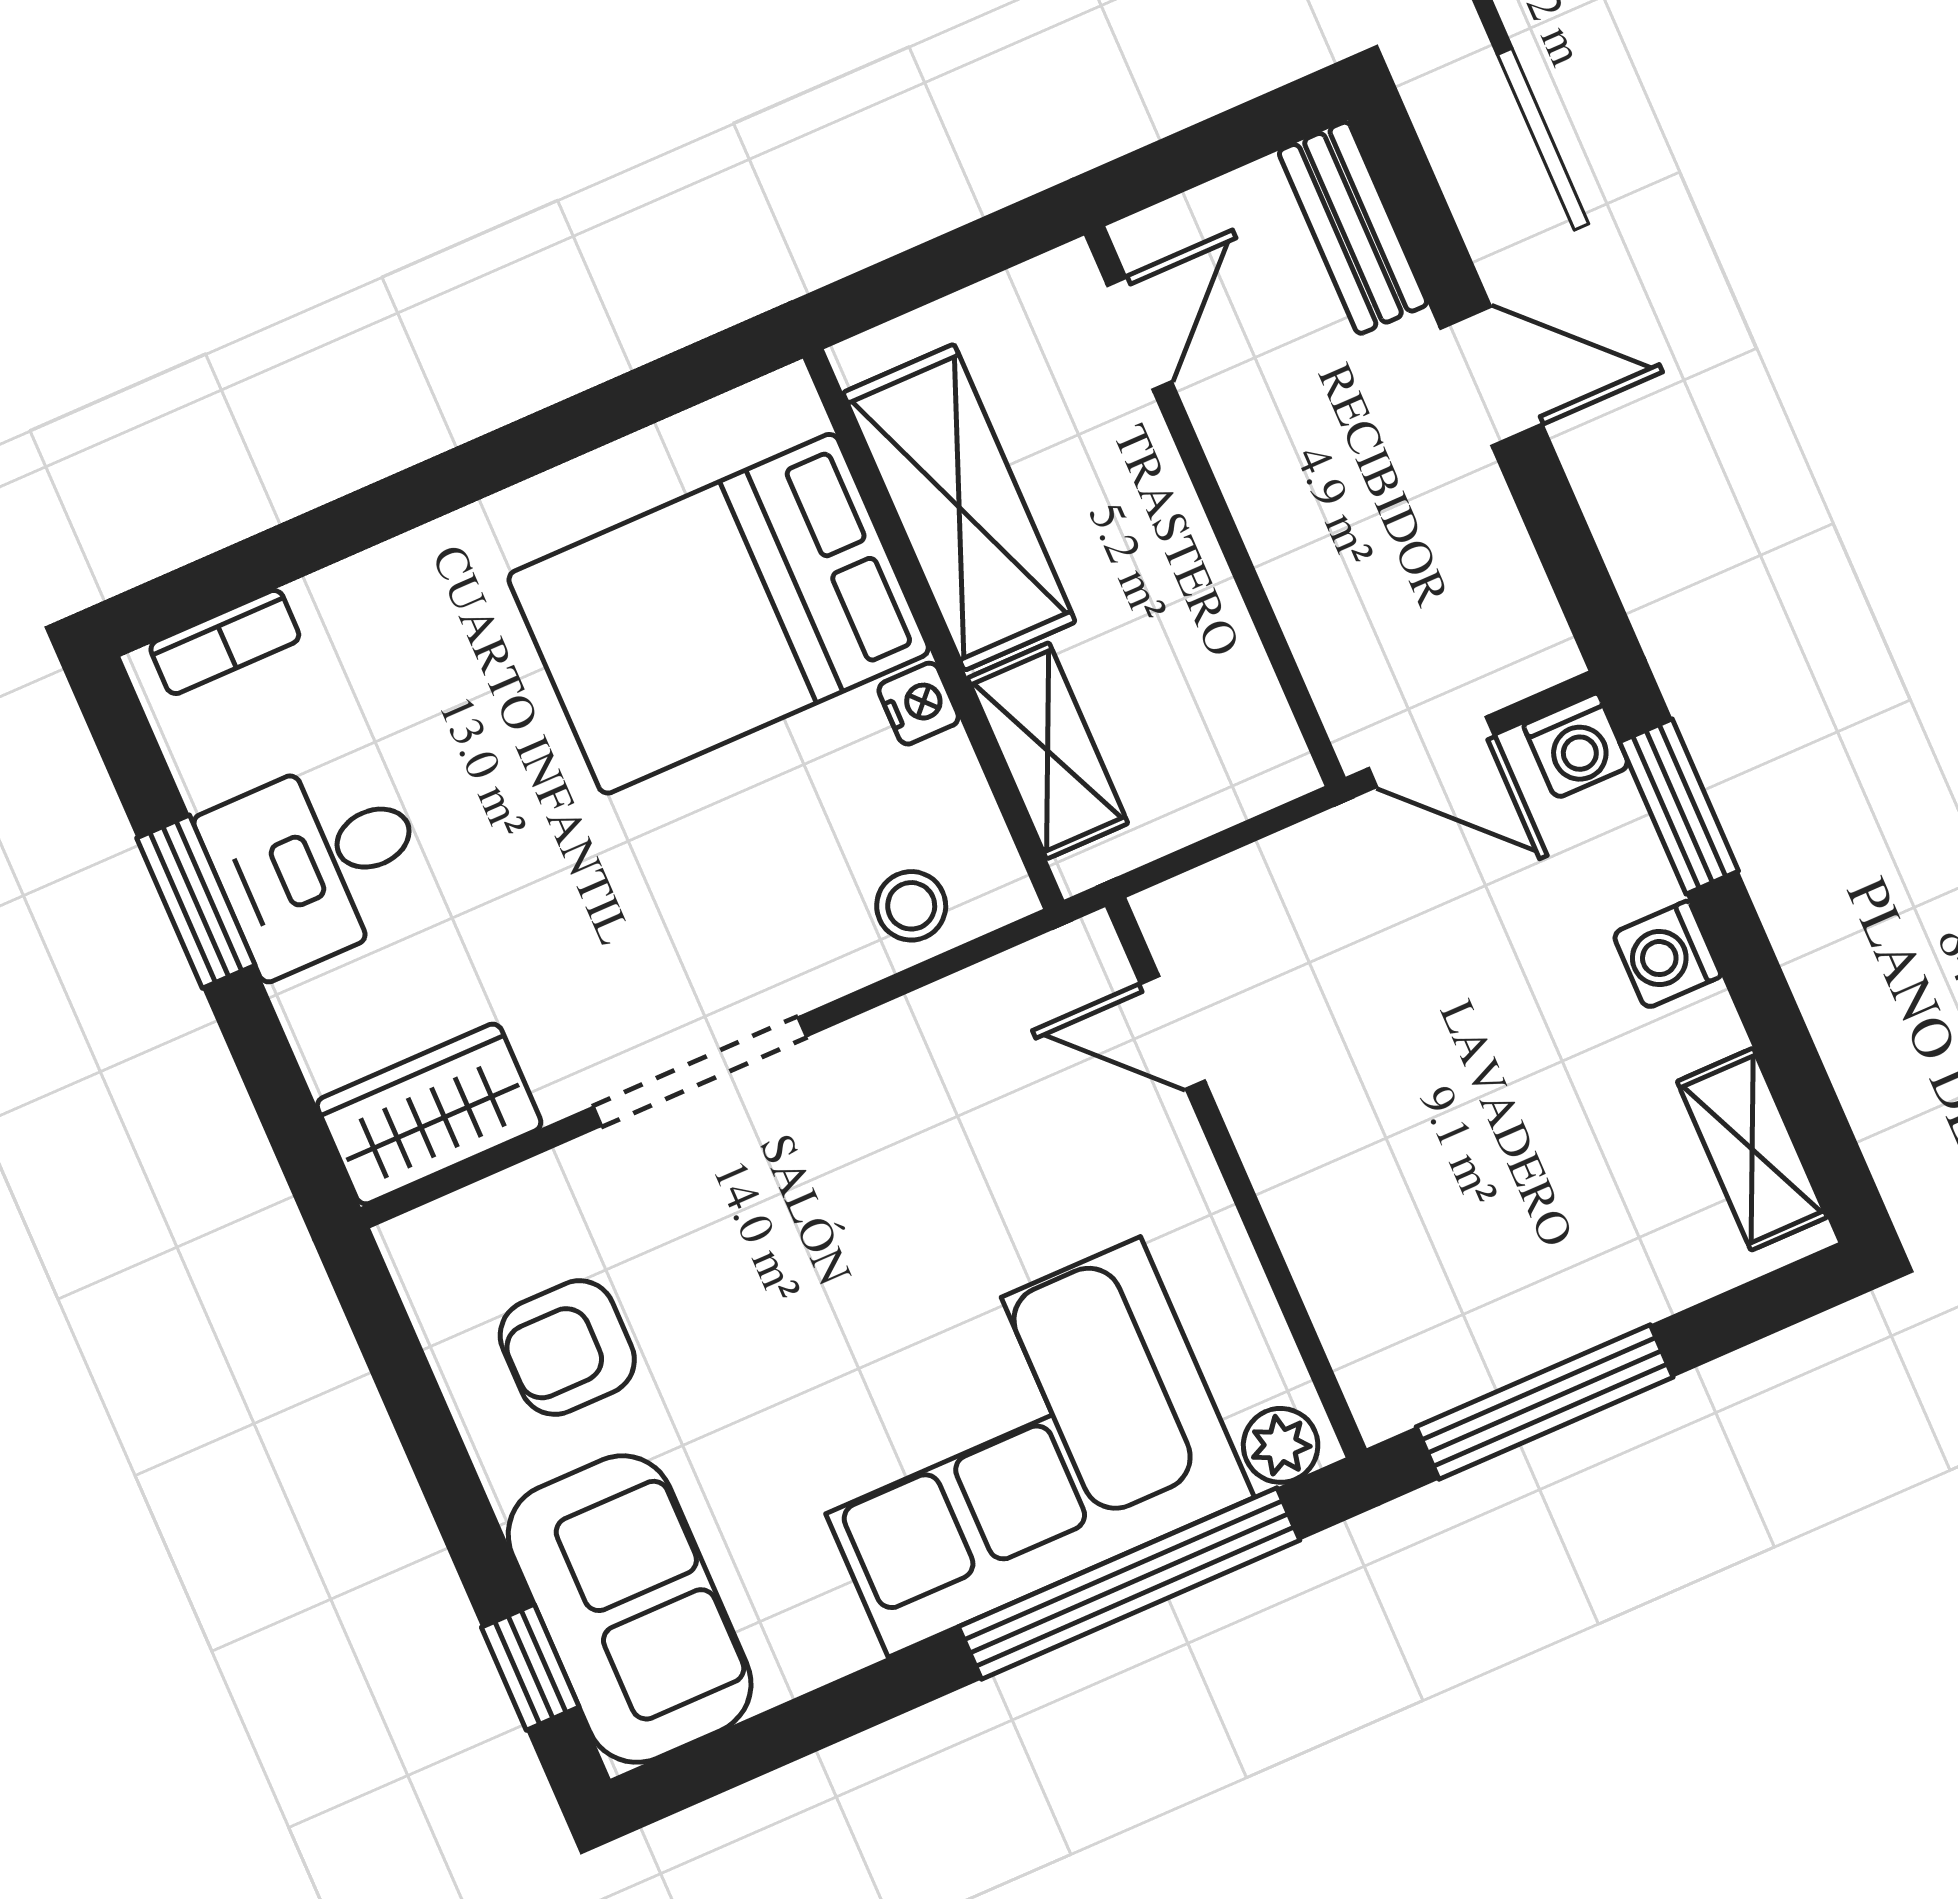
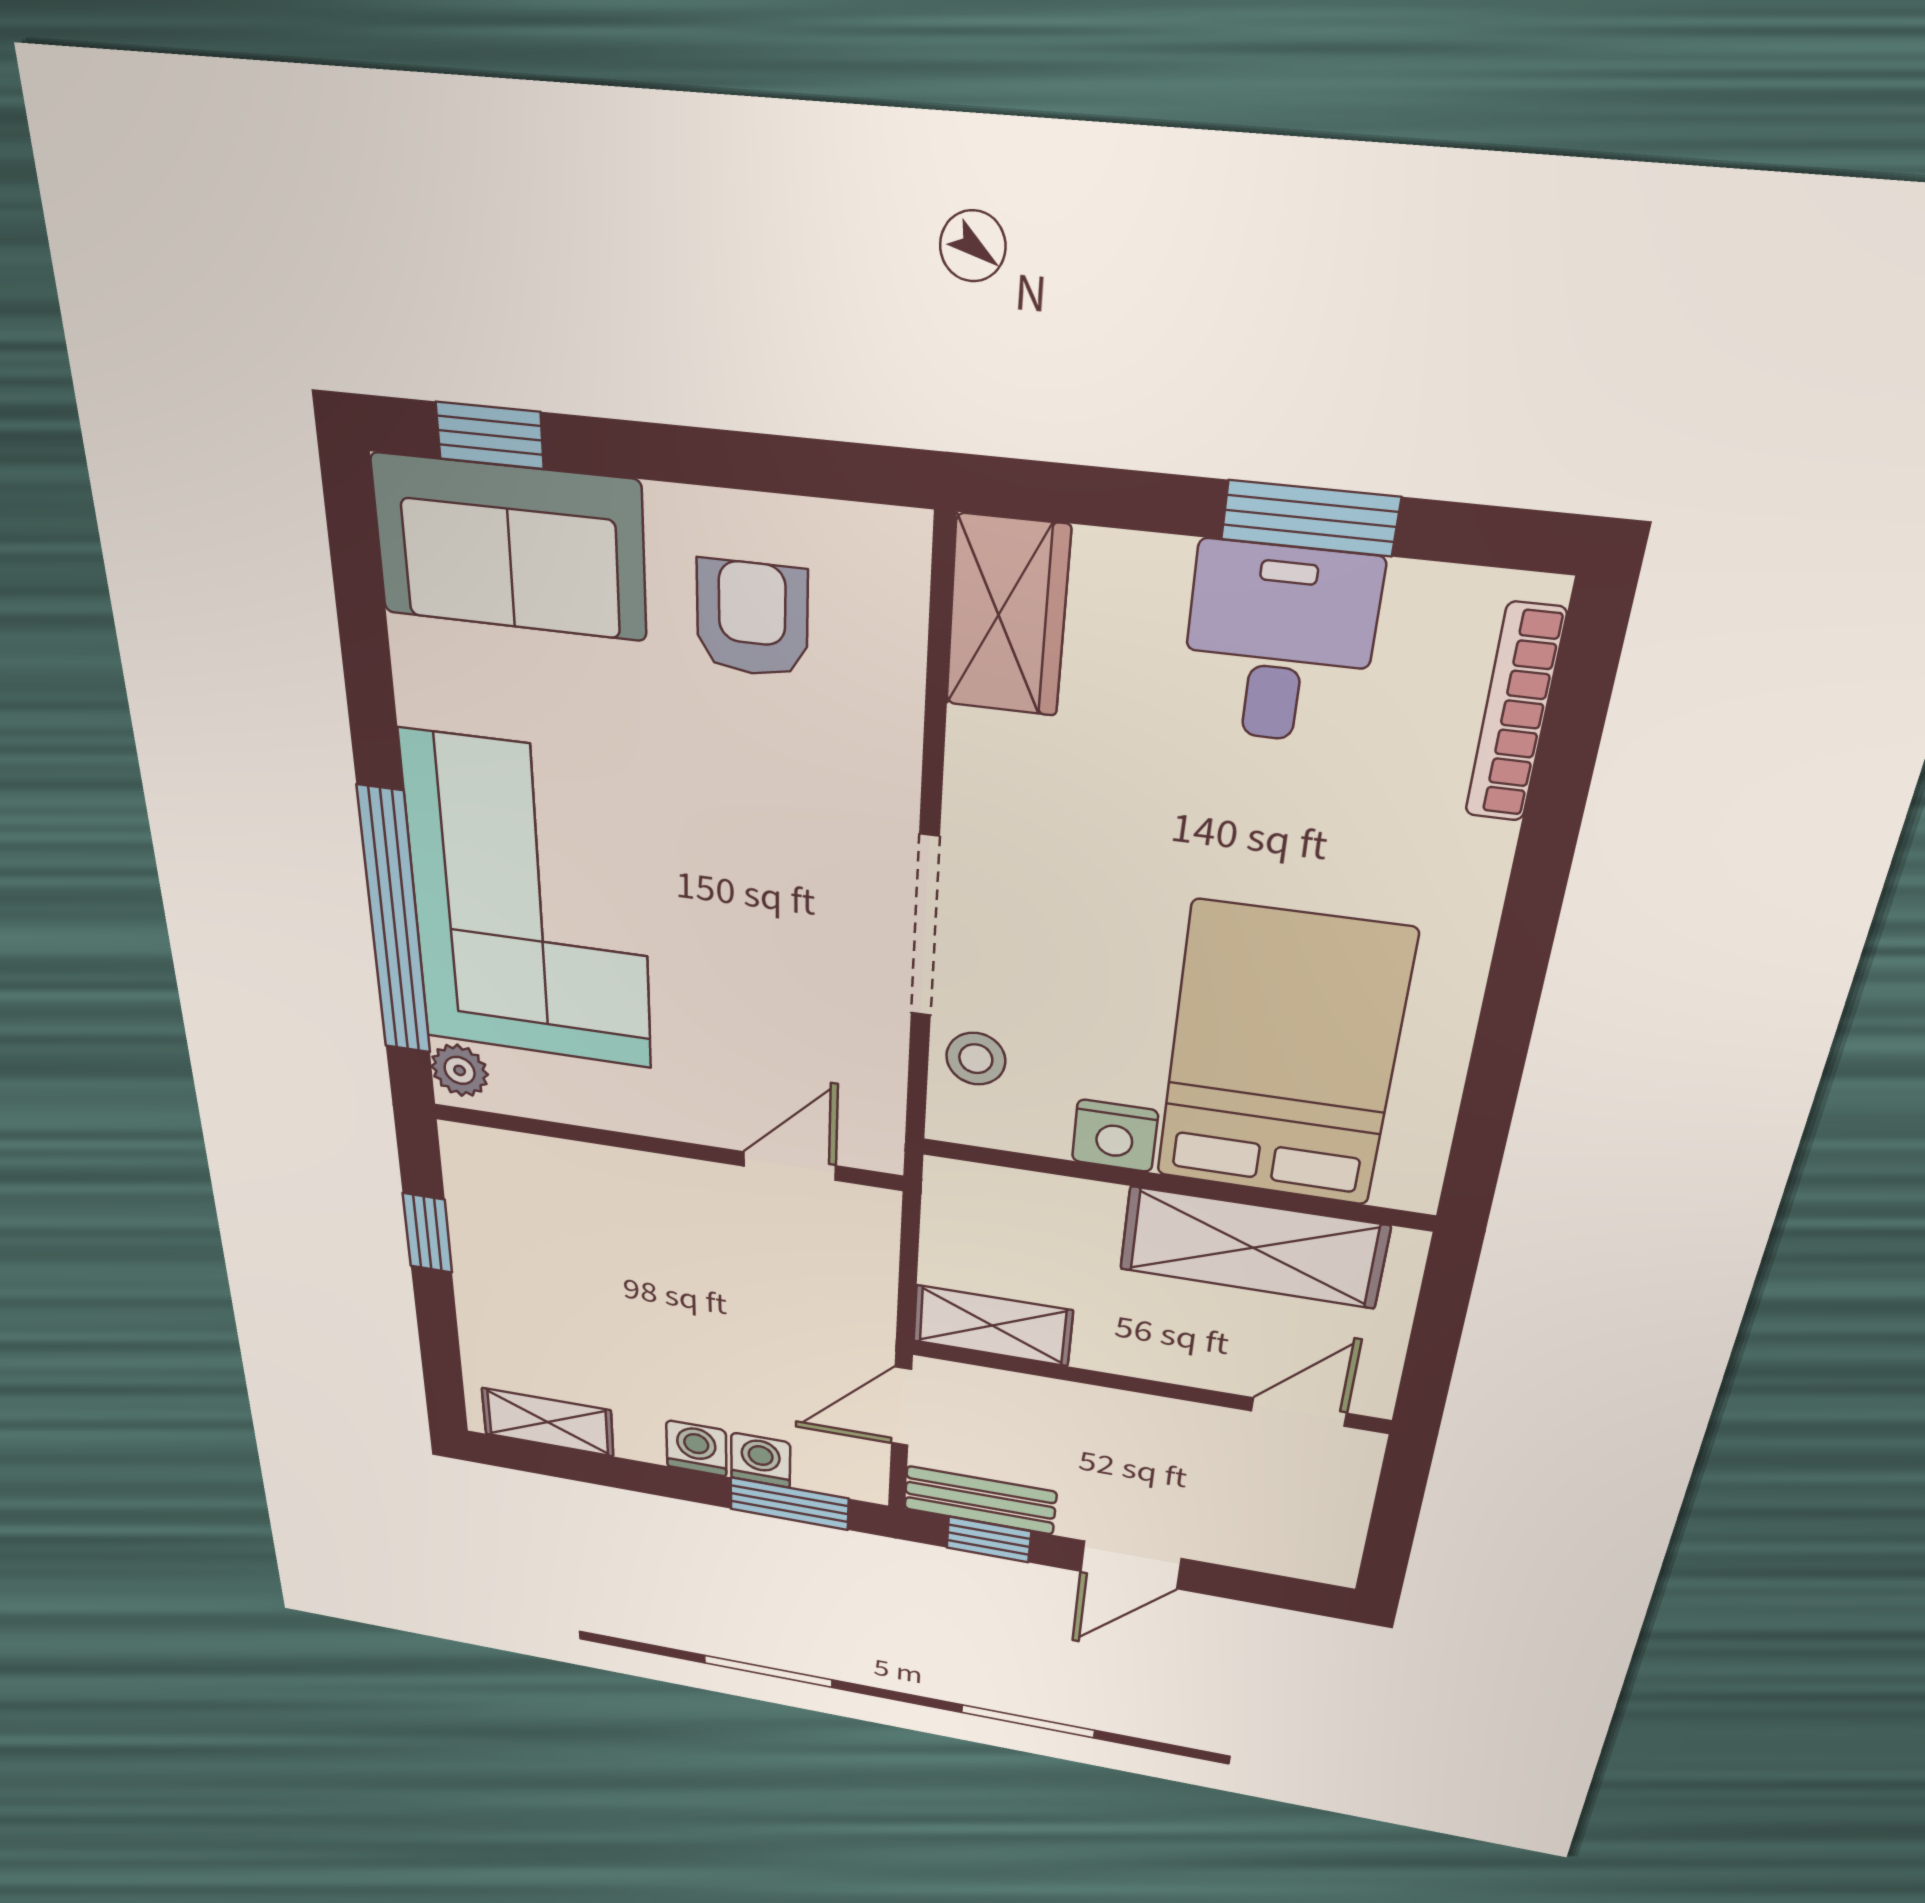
bench: (1353, 228) -> (980, 1500), moved
door: (1139, 334) -> (1299, 1412), swing flipped
window: (1568, 552) -> (989, 1539), added
bookcase: (225, 642) -> (1515, 714), width x1.56
nightstand: (919, 704) -> (1115, 1136), width x1.39, depth x1.35
washing machine: (1577, 746) -> (761, 1460), moved, turned 90
shelving: (1048, 751) -> (992, 1326), moved
doorway: (700, 1072) -> (925, 927), moved
window: (1545, 1402) -> (427, 1233), width x0.46

